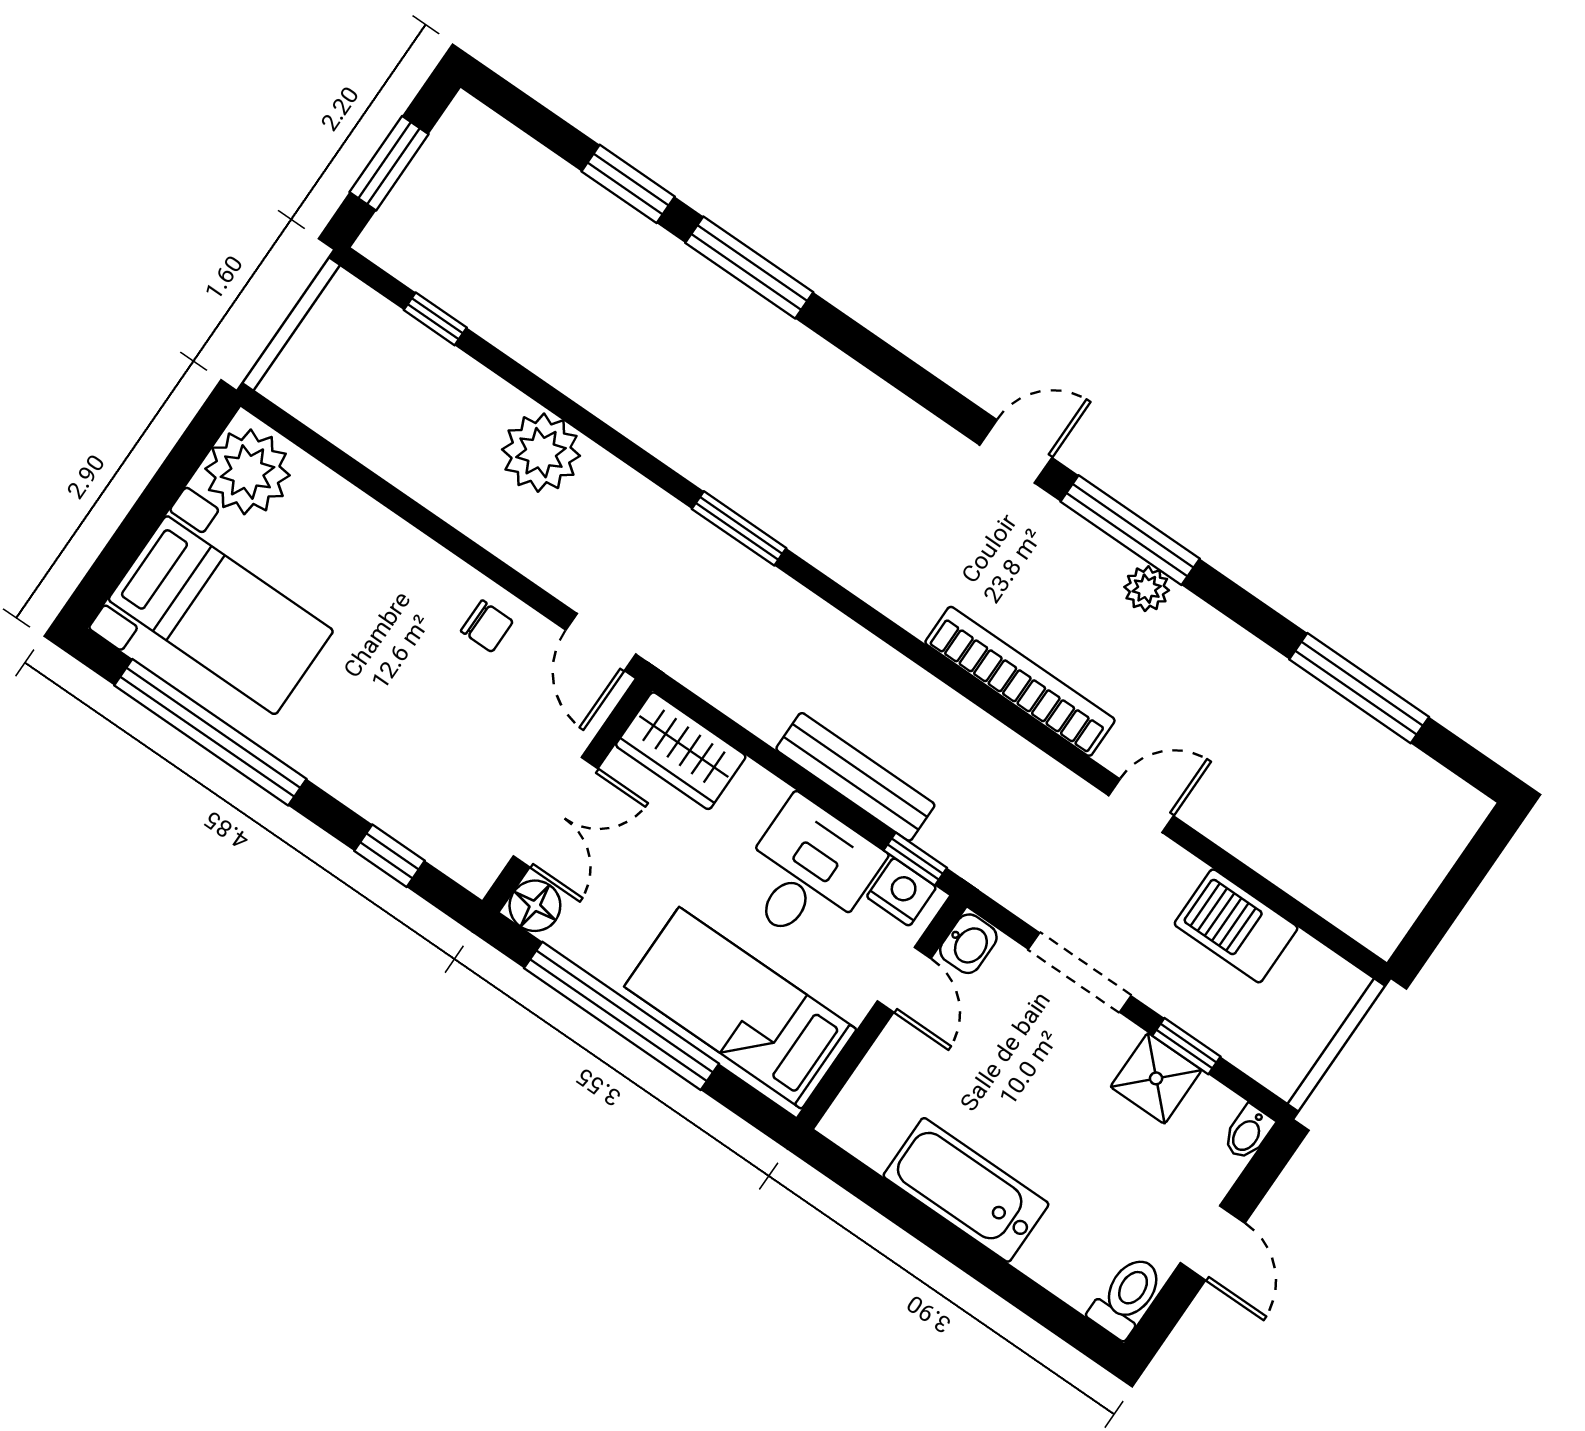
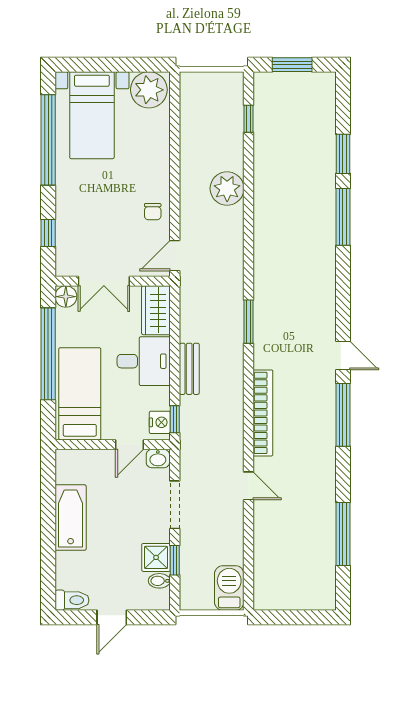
window: (739, 528) -> (248, 322), moved
plant: (1147, 589) -> (326, 435), removed
bench: (855, 777) -> (189, 369), width x0.73
desk: (808, 873) -> (144, 361), moved
barbecue: (1236, 926) -> (229, 588), moved
bidet: (1248, 1133) -> (159, 581), moved

